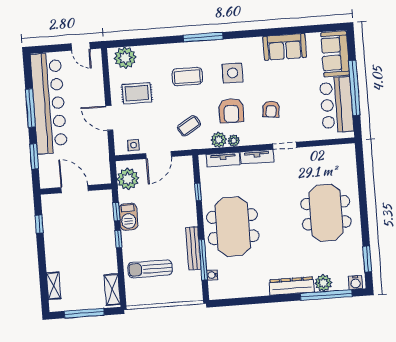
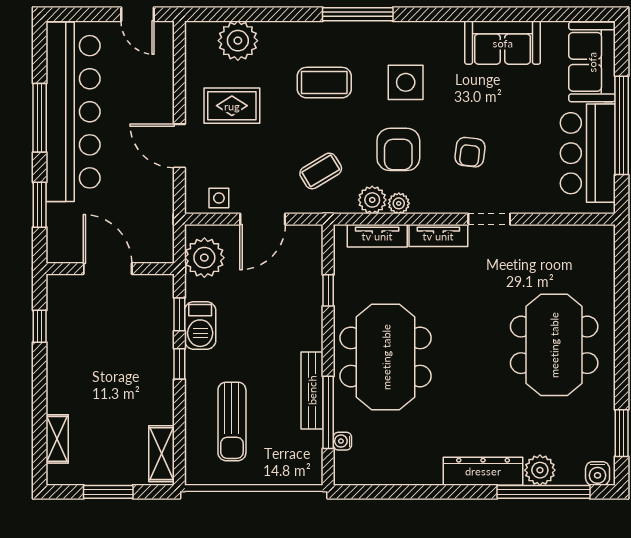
plant: (125, 58) -> (238, 41), moved
sun lounger: (150, 269) -> (232, 421), turned -90
window: (84, 313) -> (108, 492), width x0.69

